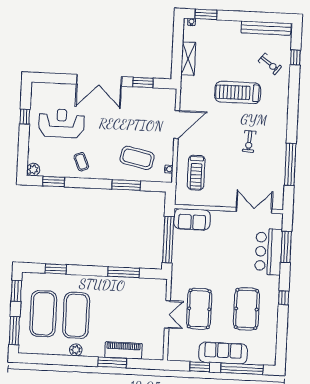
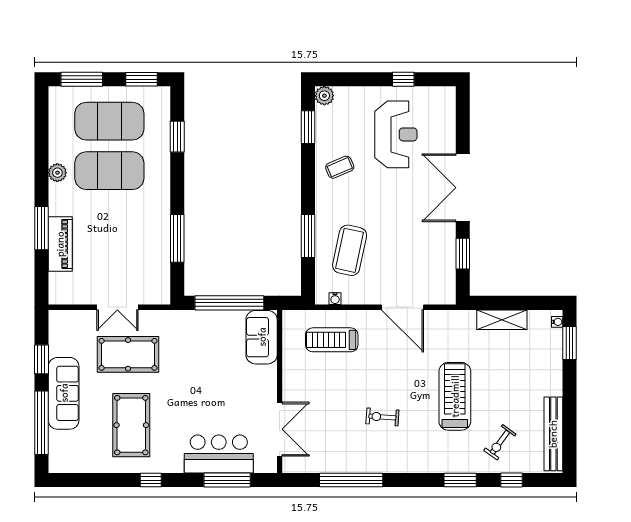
window: (294, 92) -> (460, 480), added
pool table: (246, 309) -> (131, 425), turned 90

